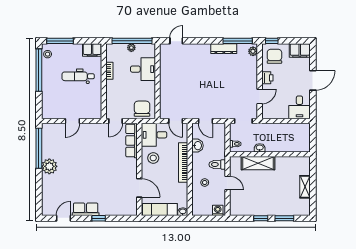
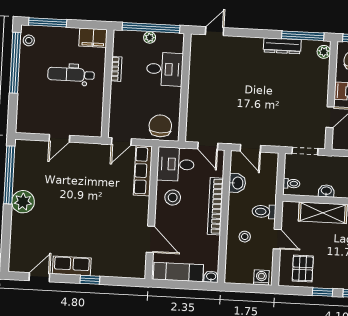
pallet: (246, 203) -> (303, 269), added

